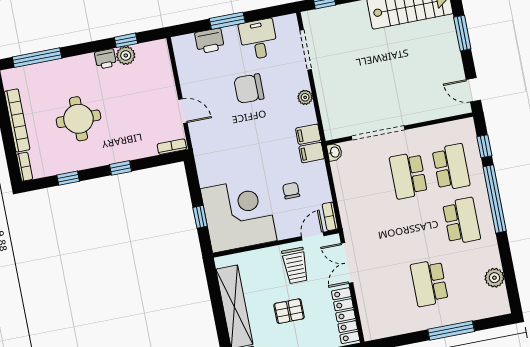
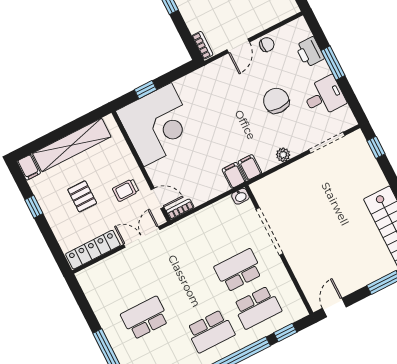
chair: (291, 191) -> (267, 45), moved
trolley: (295, 266) -> (126, 190), width x0.73, depth x0.72

